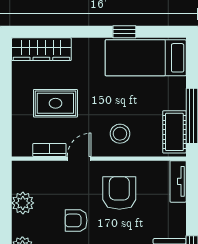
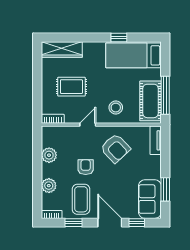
cot: (174, 132) -> (151, 101), width x1.37, depth x1.34
bookcase: (49, 150) -> (53, 119), moved
armchair: (119, 193) -> (115, 148), turned 137
armchair: (76, 220) -> (86, 167), turned 90

